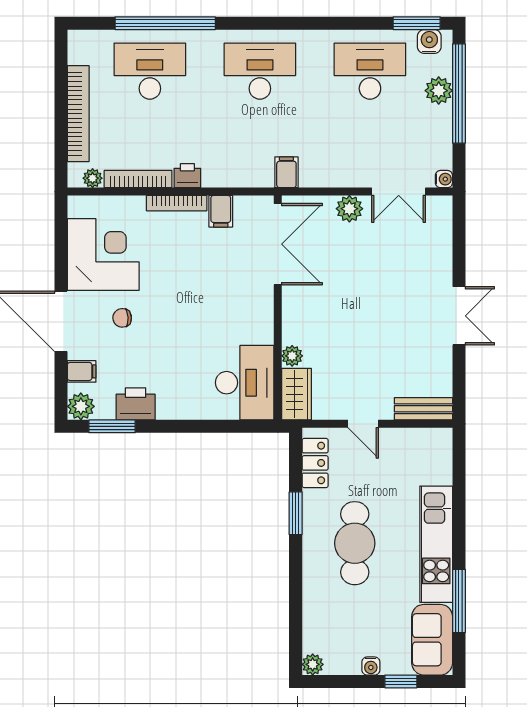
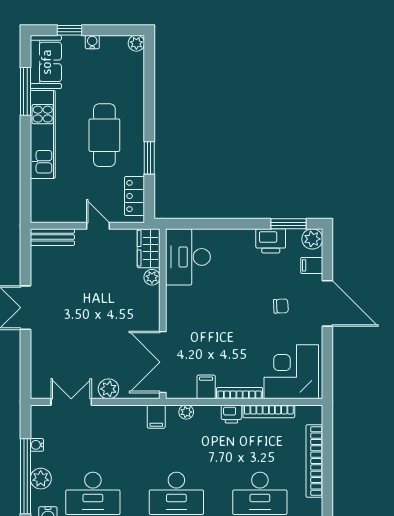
plant: (93, 178) -> (186, 412), moved
water cooler: (444, 179) -> (37, 445), moved
corner desk: (103, 255) -> (291, 372), moved, turned 90

